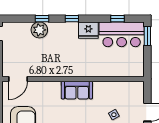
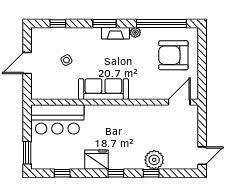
bar counter: (122, 34) -> (57, 119), moved, turned 180
sofa: (77, 90) -> (103, 89), width x1.36

